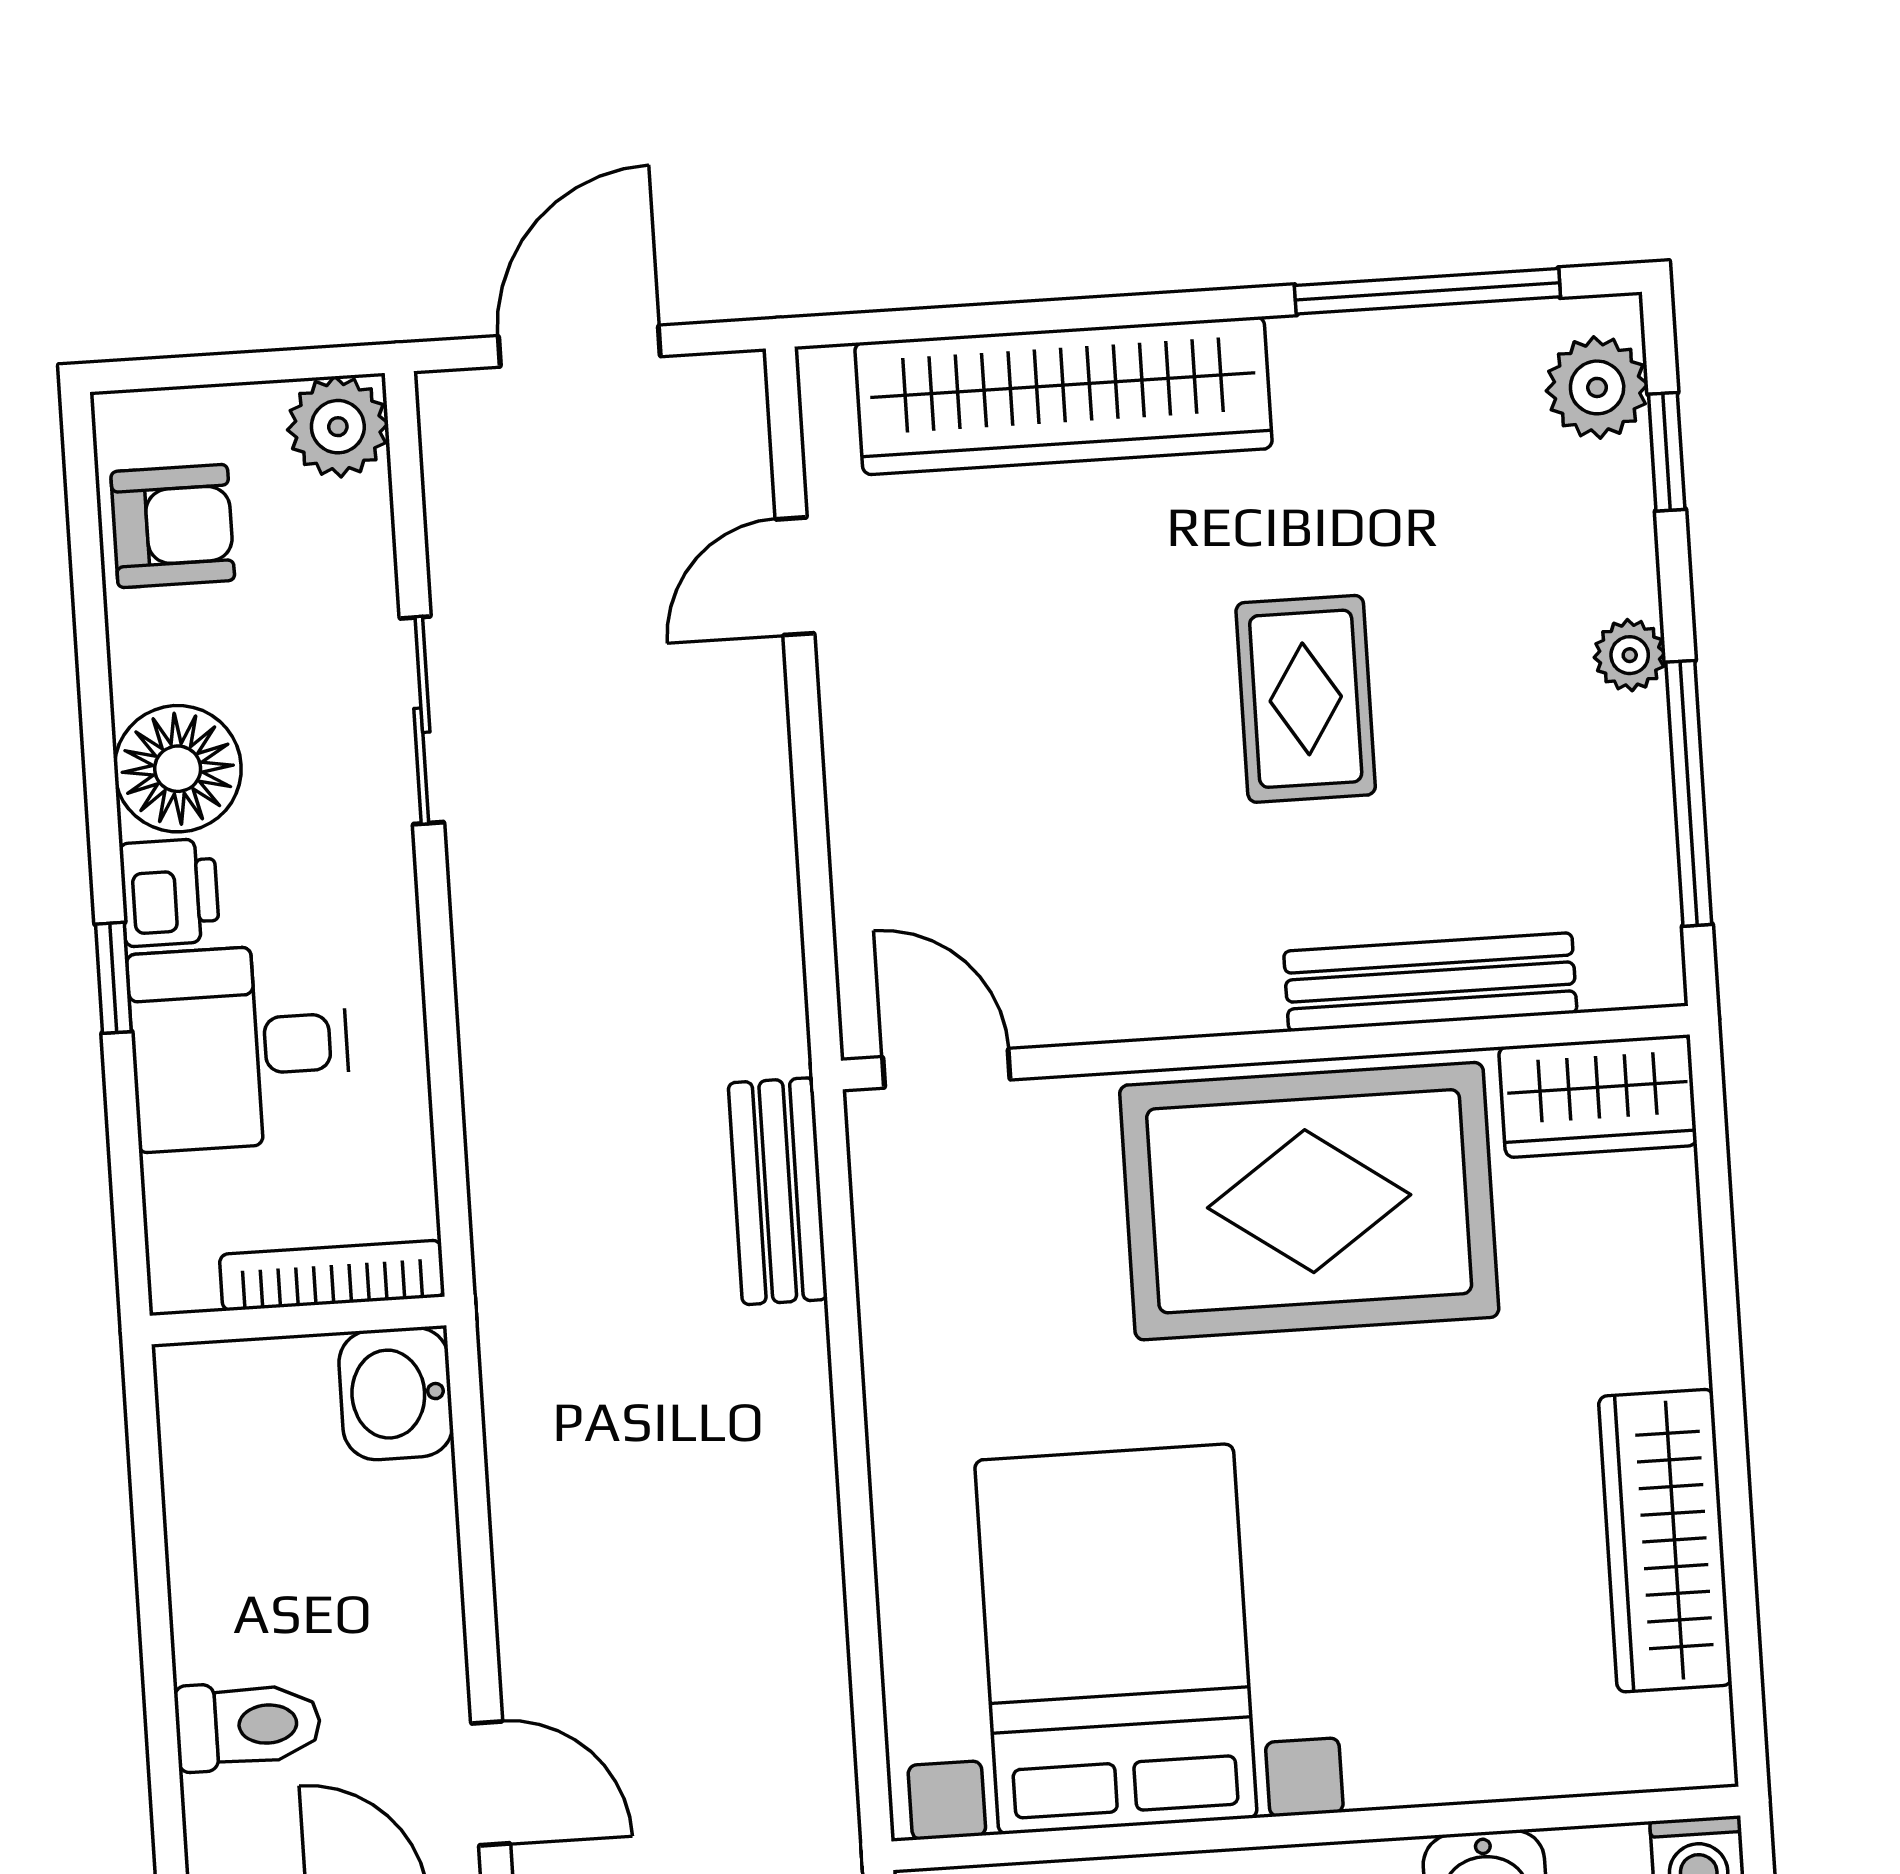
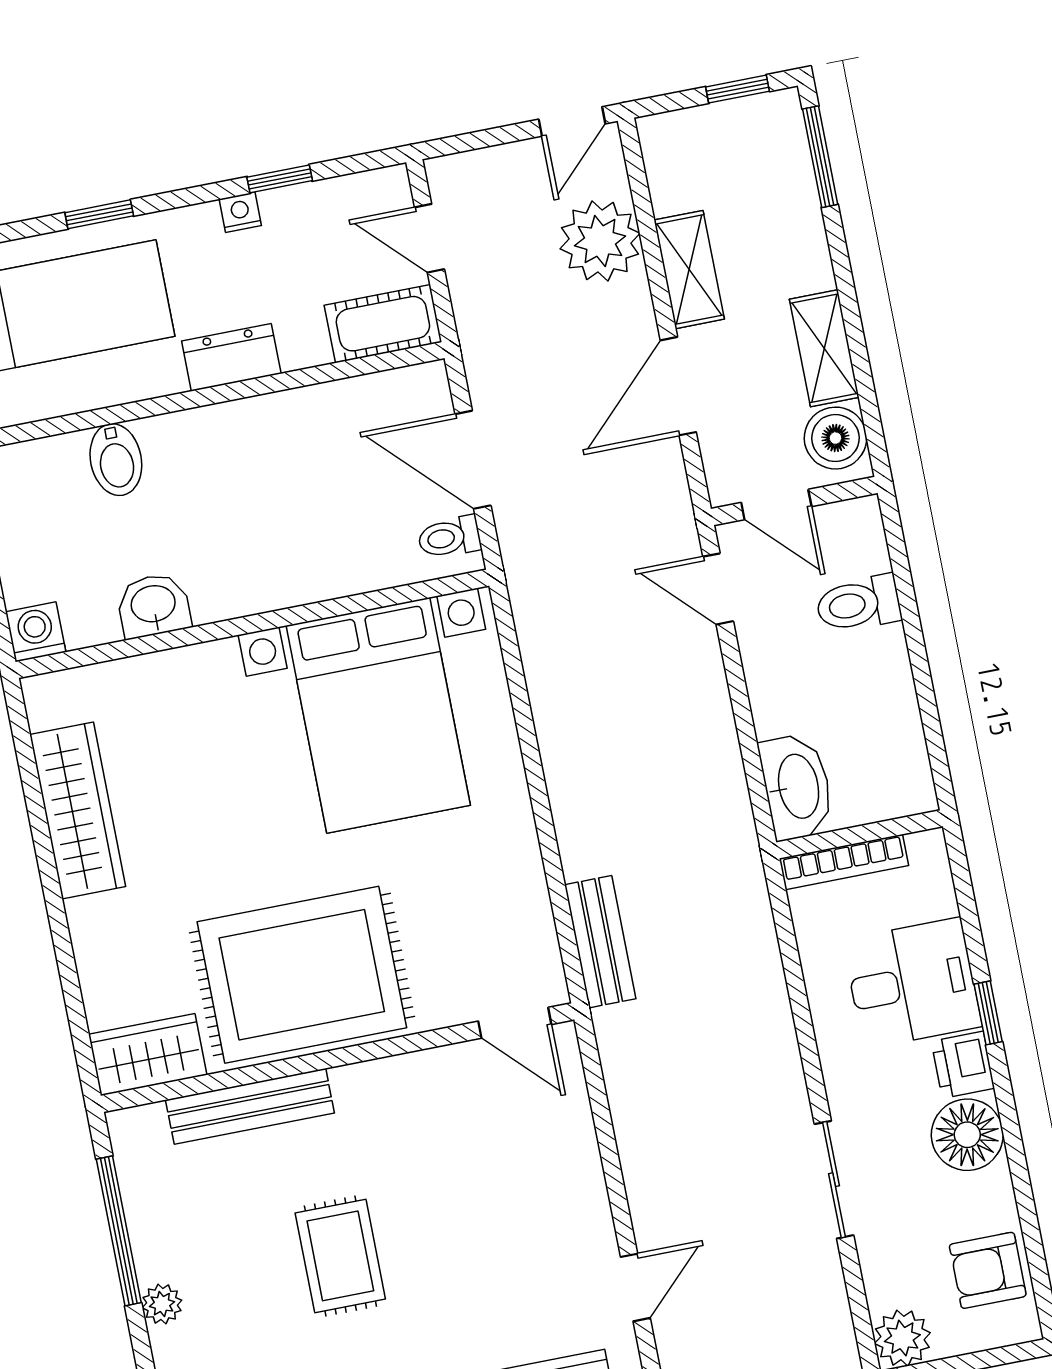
washbasin: (396, 1394) -> (797, 787), width x1.38

